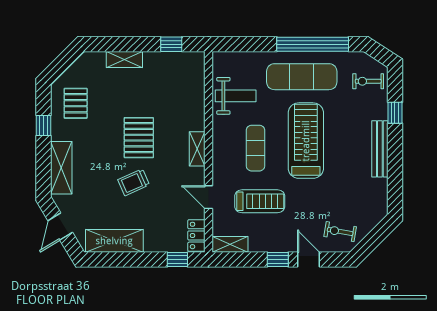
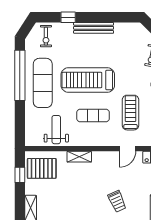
pallet: (139, 138) -> (42, 168), moved
shelving: (197, 149) -> (79, 157), moved

